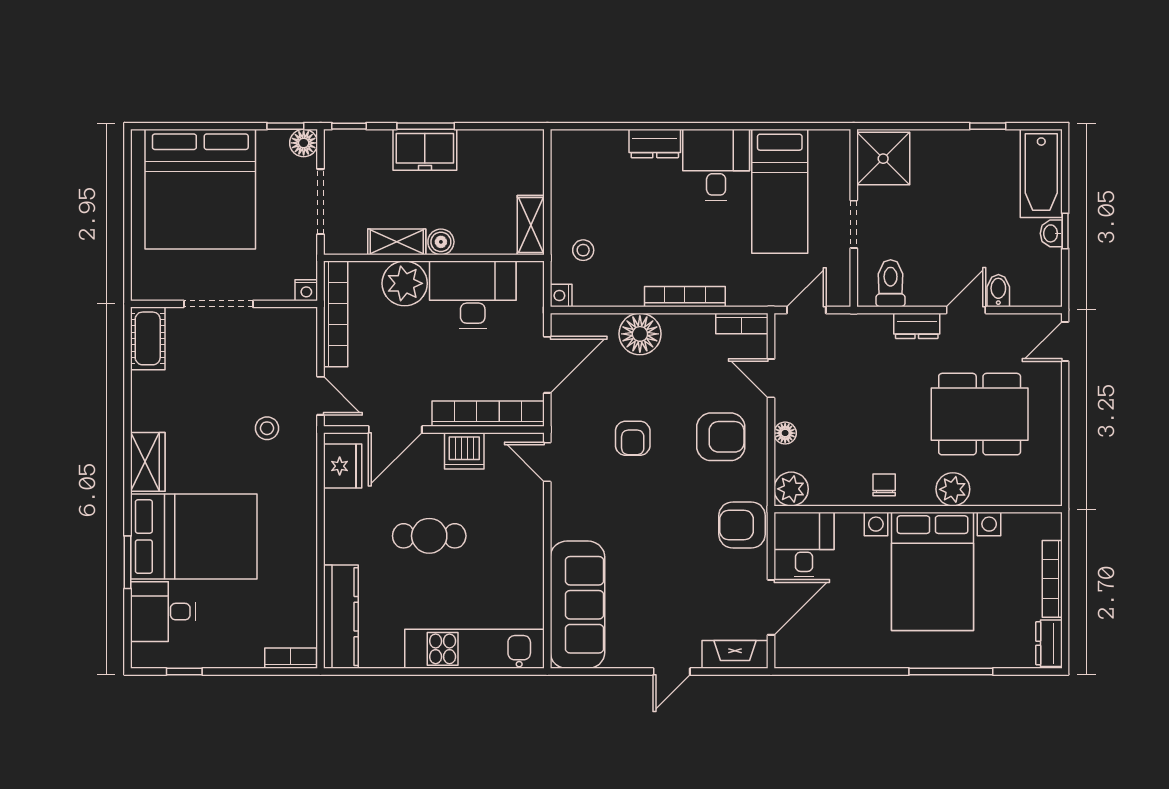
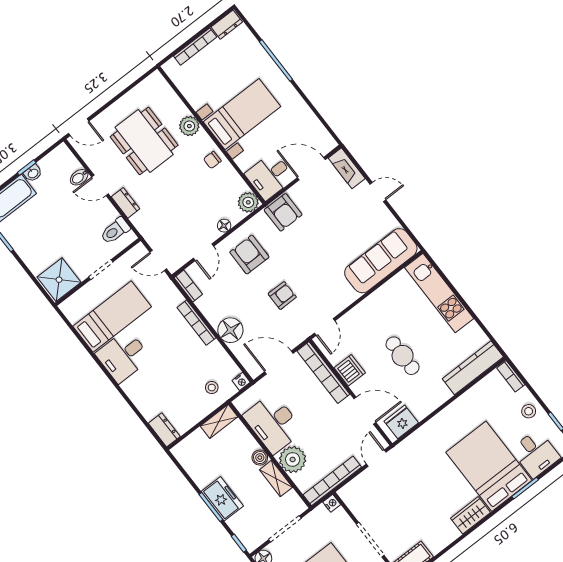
dresser: (655, 144) -> (164, 430), moved
stool: (267, 428) -> (529, 411), moved
bed with nightstands: (933, 571) -> (242, 114), width x0.73

